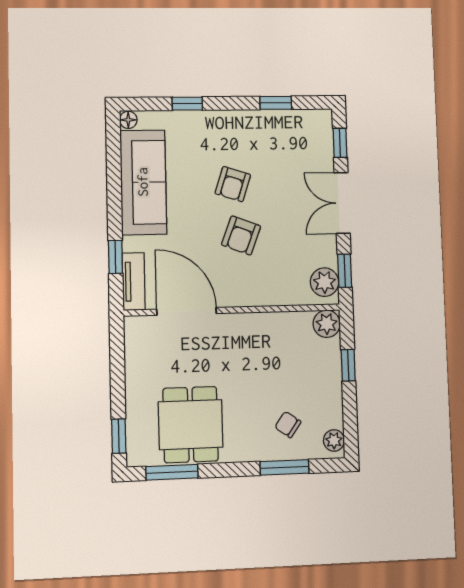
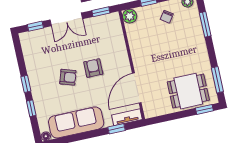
window: (276, 103) -> (26, 84), moved
armchair: (241, 235) -> (93, 68), turned -111
plant: (325, 282) -> (109, 21), removed
dining table: (191, 425) -> (188, 91), moved
chair: (288, 425) -> (167, 17), moved

